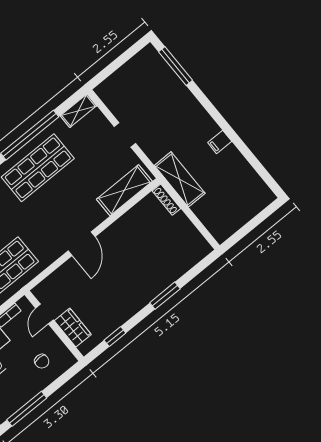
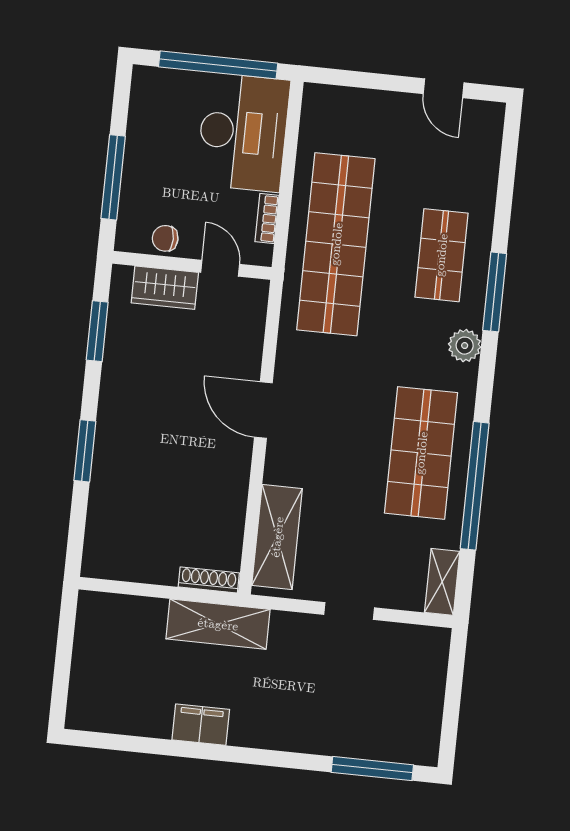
filing cabinet: (220, 142) -> (201, 725), width x2.00
window: (115, 337) -> (97, 331), width x1.50
chair: (42, 361) -> (165, 238), moved
window: (27, 409) -> (113, 177), moved

